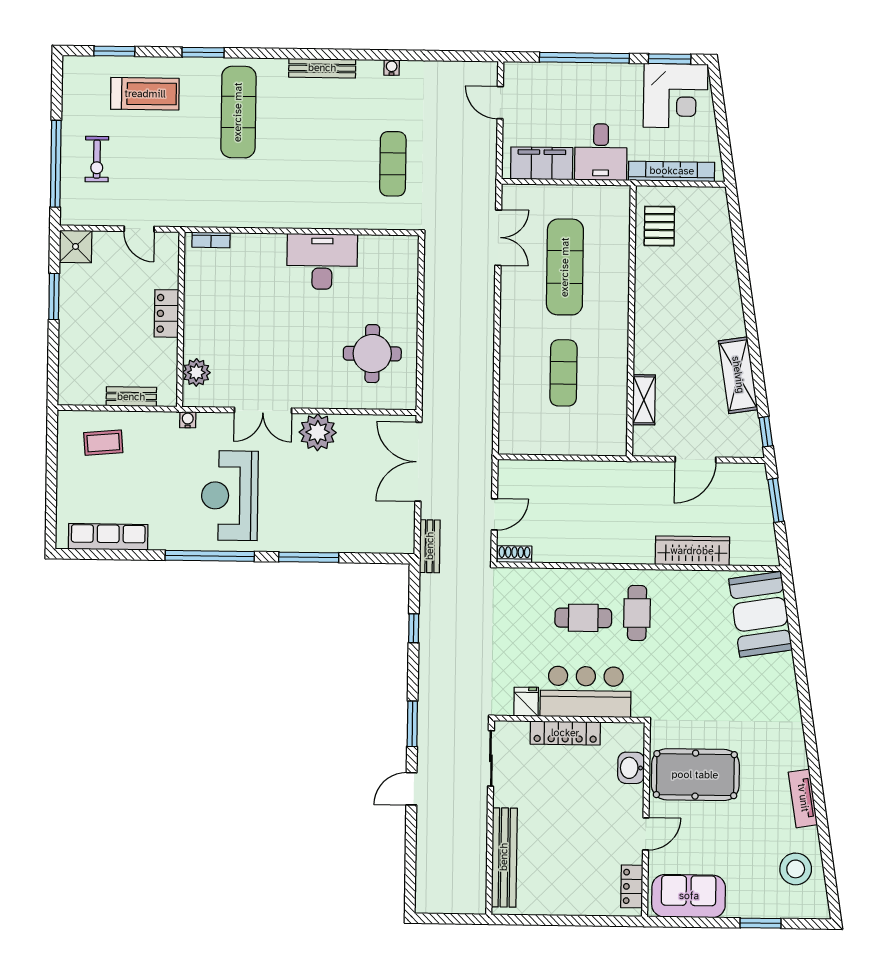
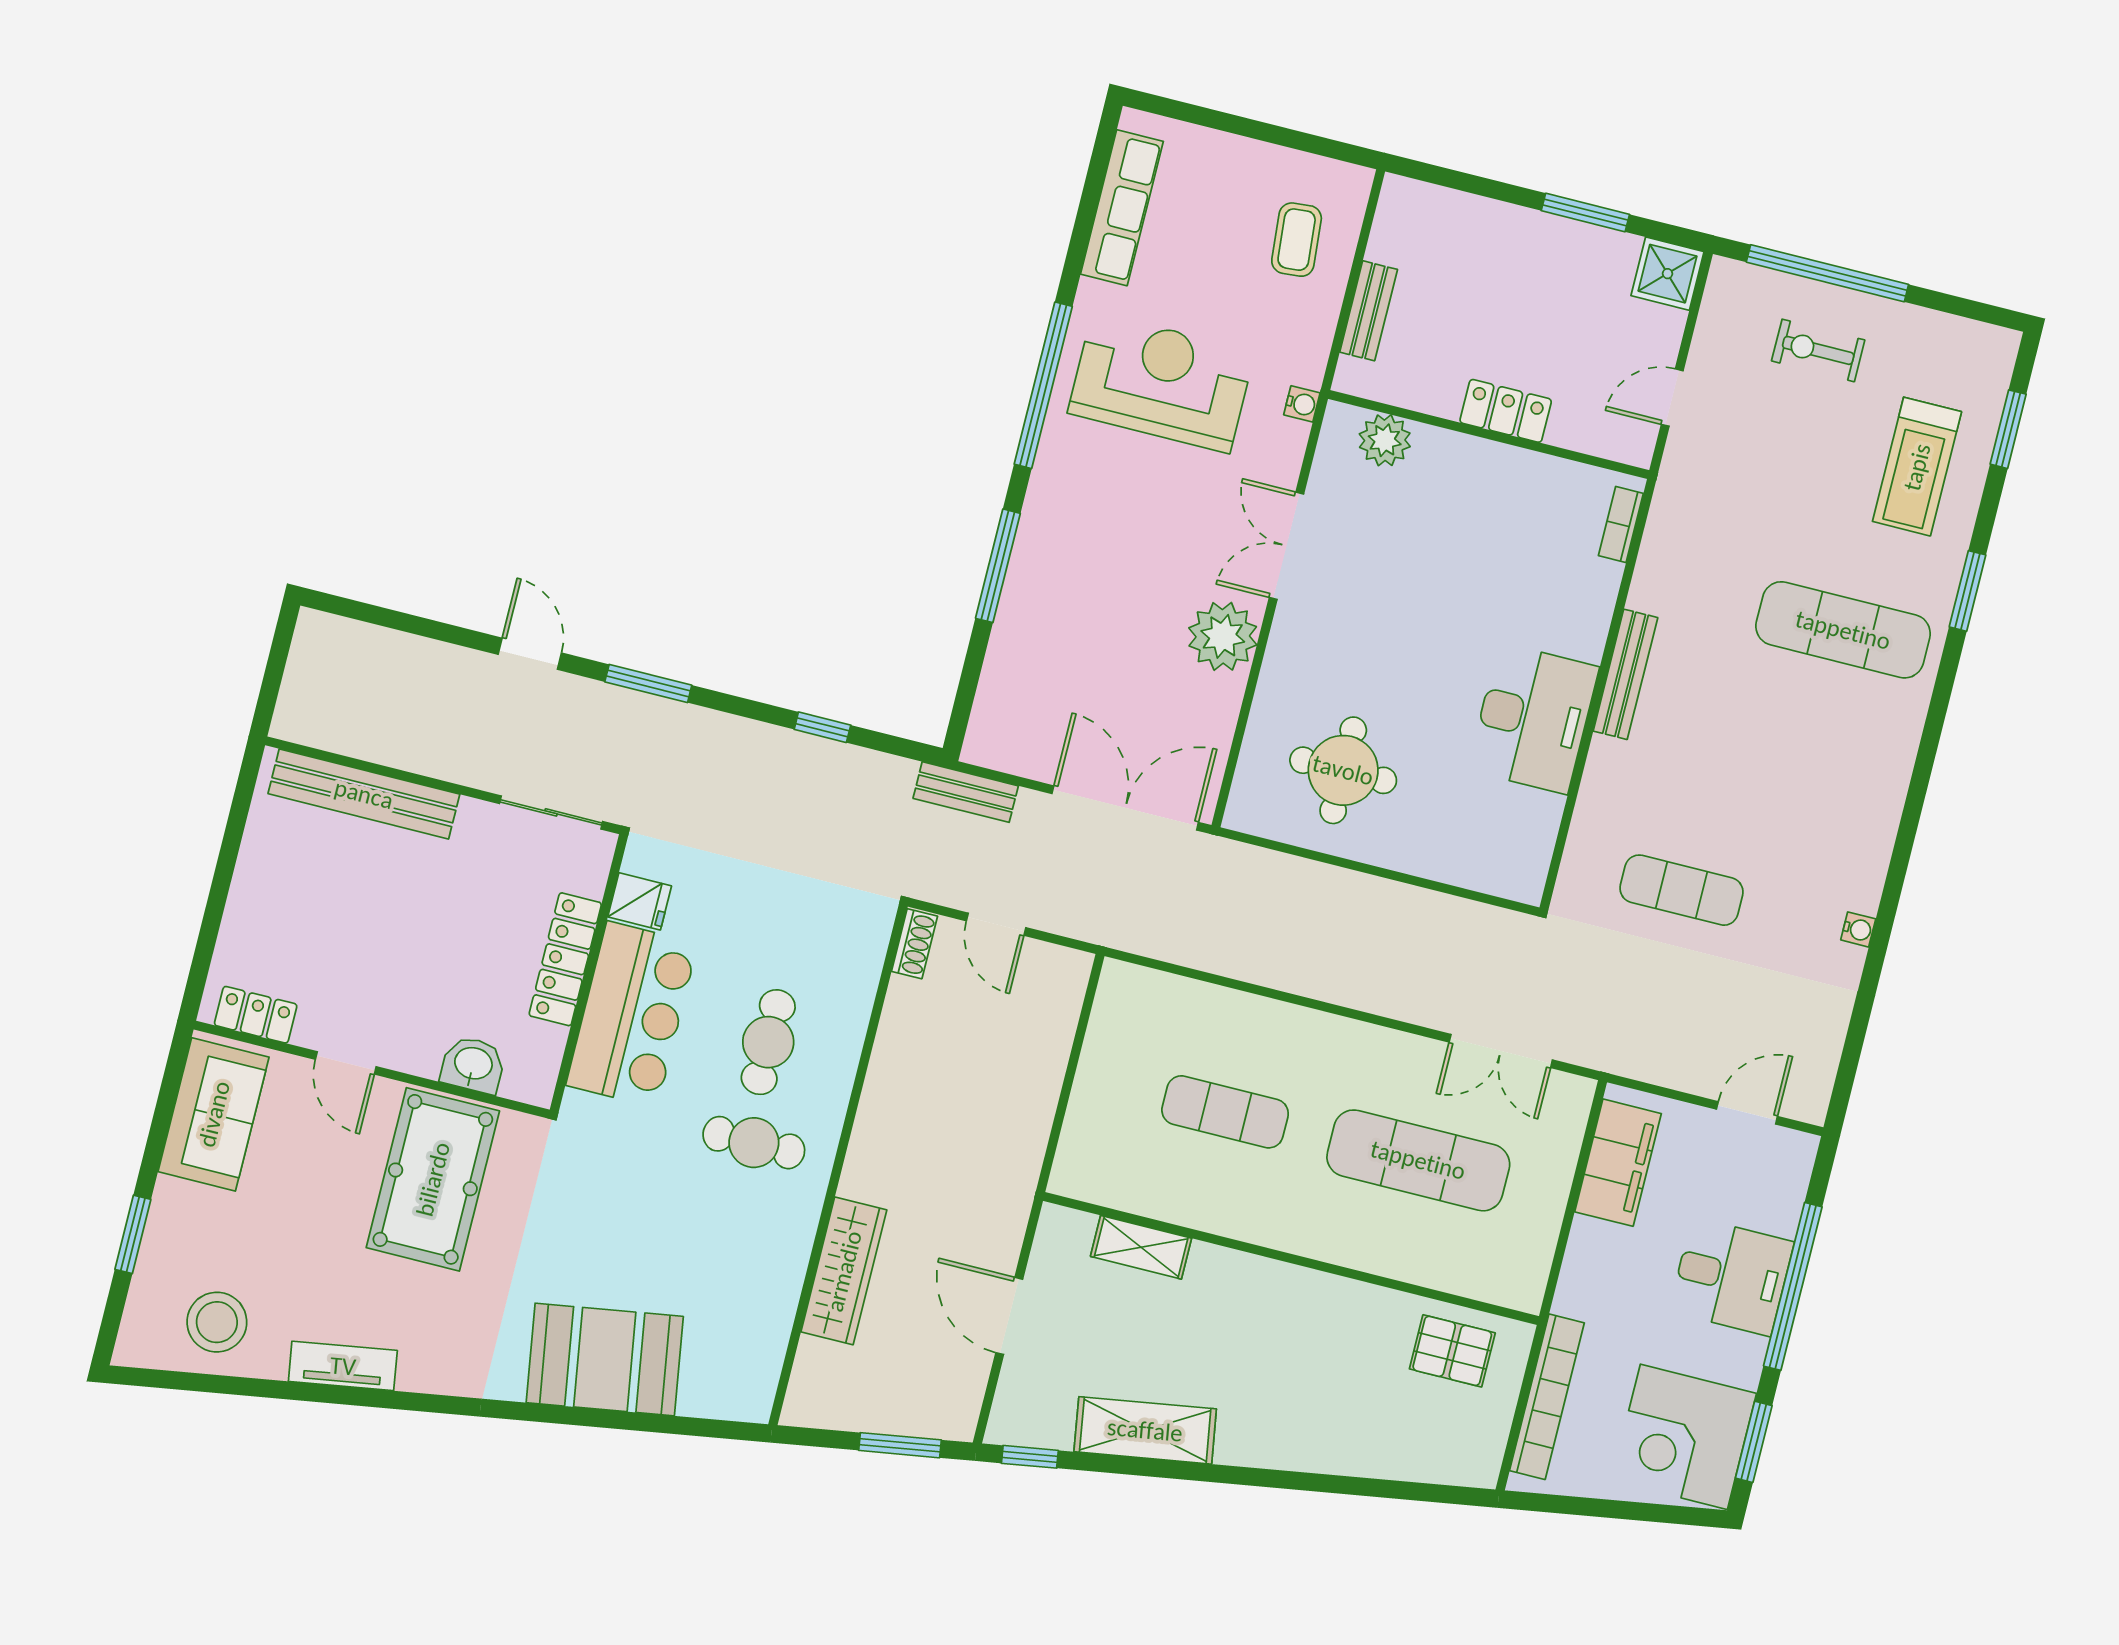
bench: (322, 68) -> (1625, 674), moved
desk: (601, 152) -> (1731, 1277), moved, turned 180
reception desk: (230, 496) -> (1161, 382), moved
booth: (760, 614) -> (605, 1360), moved

